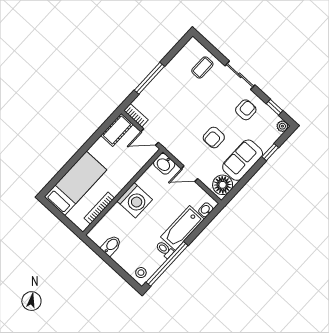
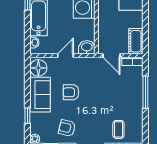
armchair: (246, 110) -> (67, 128), turned 104
door: (150, 137) -> (111, 56), swing flipped
armchair: (214, 138) -> (71, 92), turned -90

